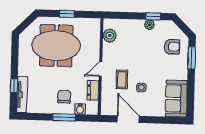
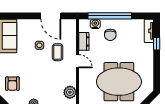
armchair: (172, 47) -> (12, 84), turned -90
door: (100, 69) -> (78, 61), hinge flipped
tv unit: (22, 95) -> (149, 31), width x0.71
window: (64, 117) -> (110, 16), width x2.11

